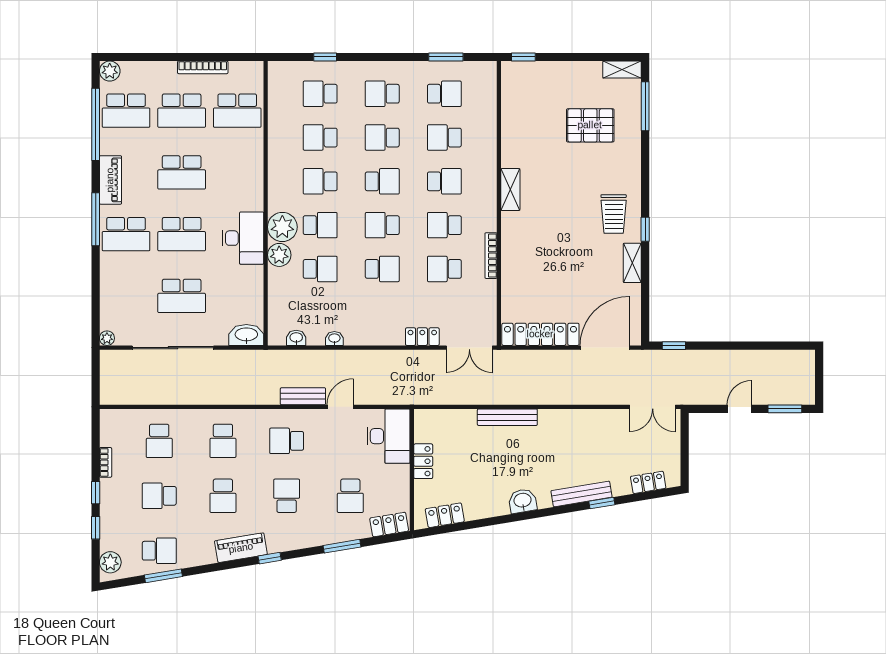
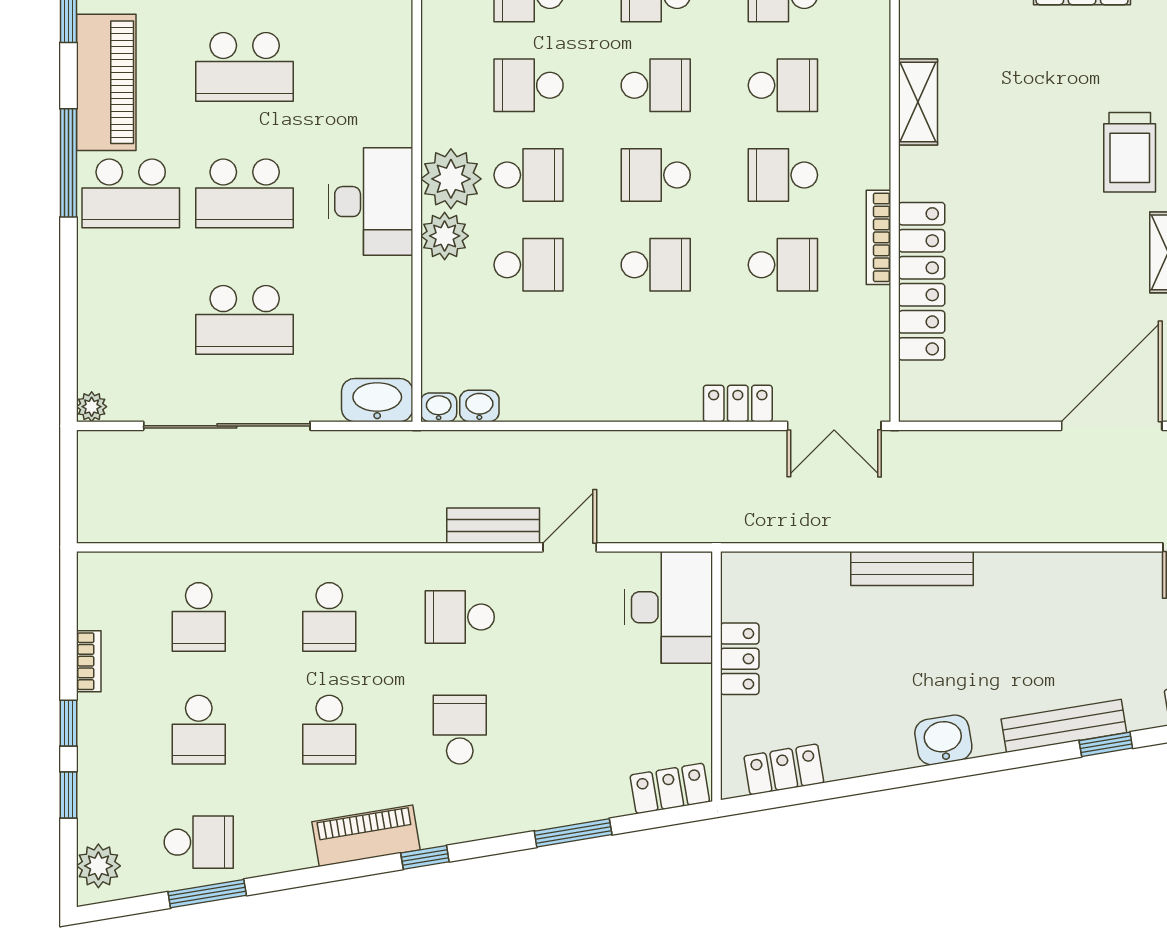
piano: (110, 180) -> (106, 82), width x1.37, depth x1.33
school desk: (444, 269) -> (783, 265), turned 180
locker: (540, 334) -> (922, 281), moved, turned 90
washbasin: (334, 339) -> (439, 407), moved
school desk: (159, 496) -> (199, 730), turned -90
school desk: (350, 496) -> (590, 730), removed

